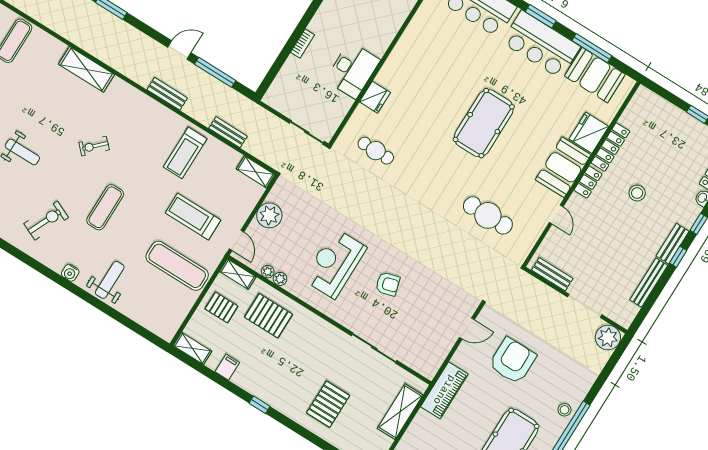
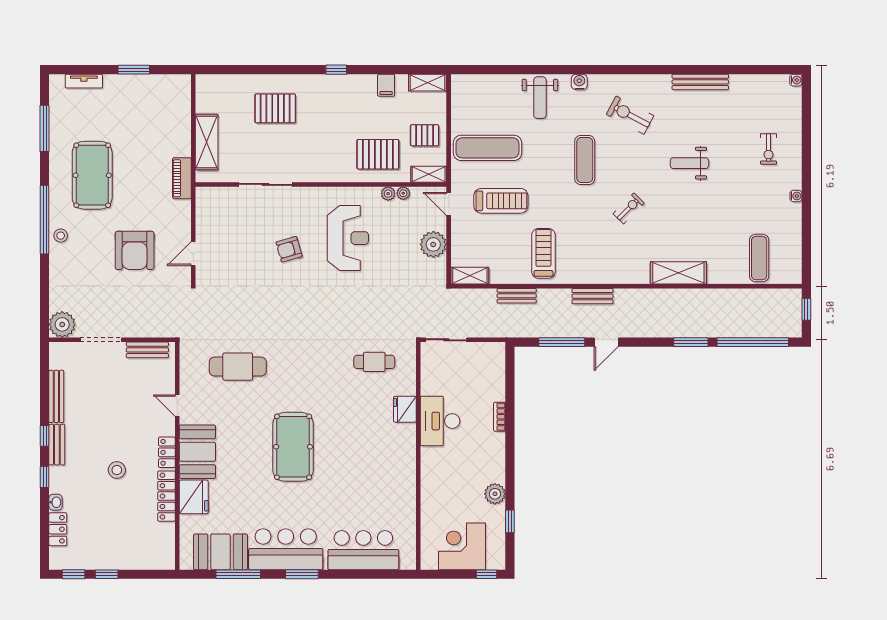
exercise bike: (46, 221) -> (630, 115), turned 94
piano: (444, 390) -> (182, 178), width x0.73, depth x0.75
pallet: (328, 404) -> (275, 108), turned 90

